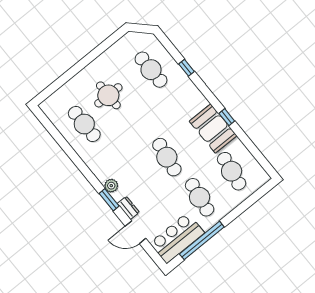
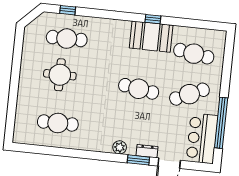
window: (186, 68) -> (68, 10), moved
round table: (108, 95) -> (60, 75), moved
cafe table: (200, 197) -> (189, 94), turned -33
window: (109, 200) -> (138, 160), moved

